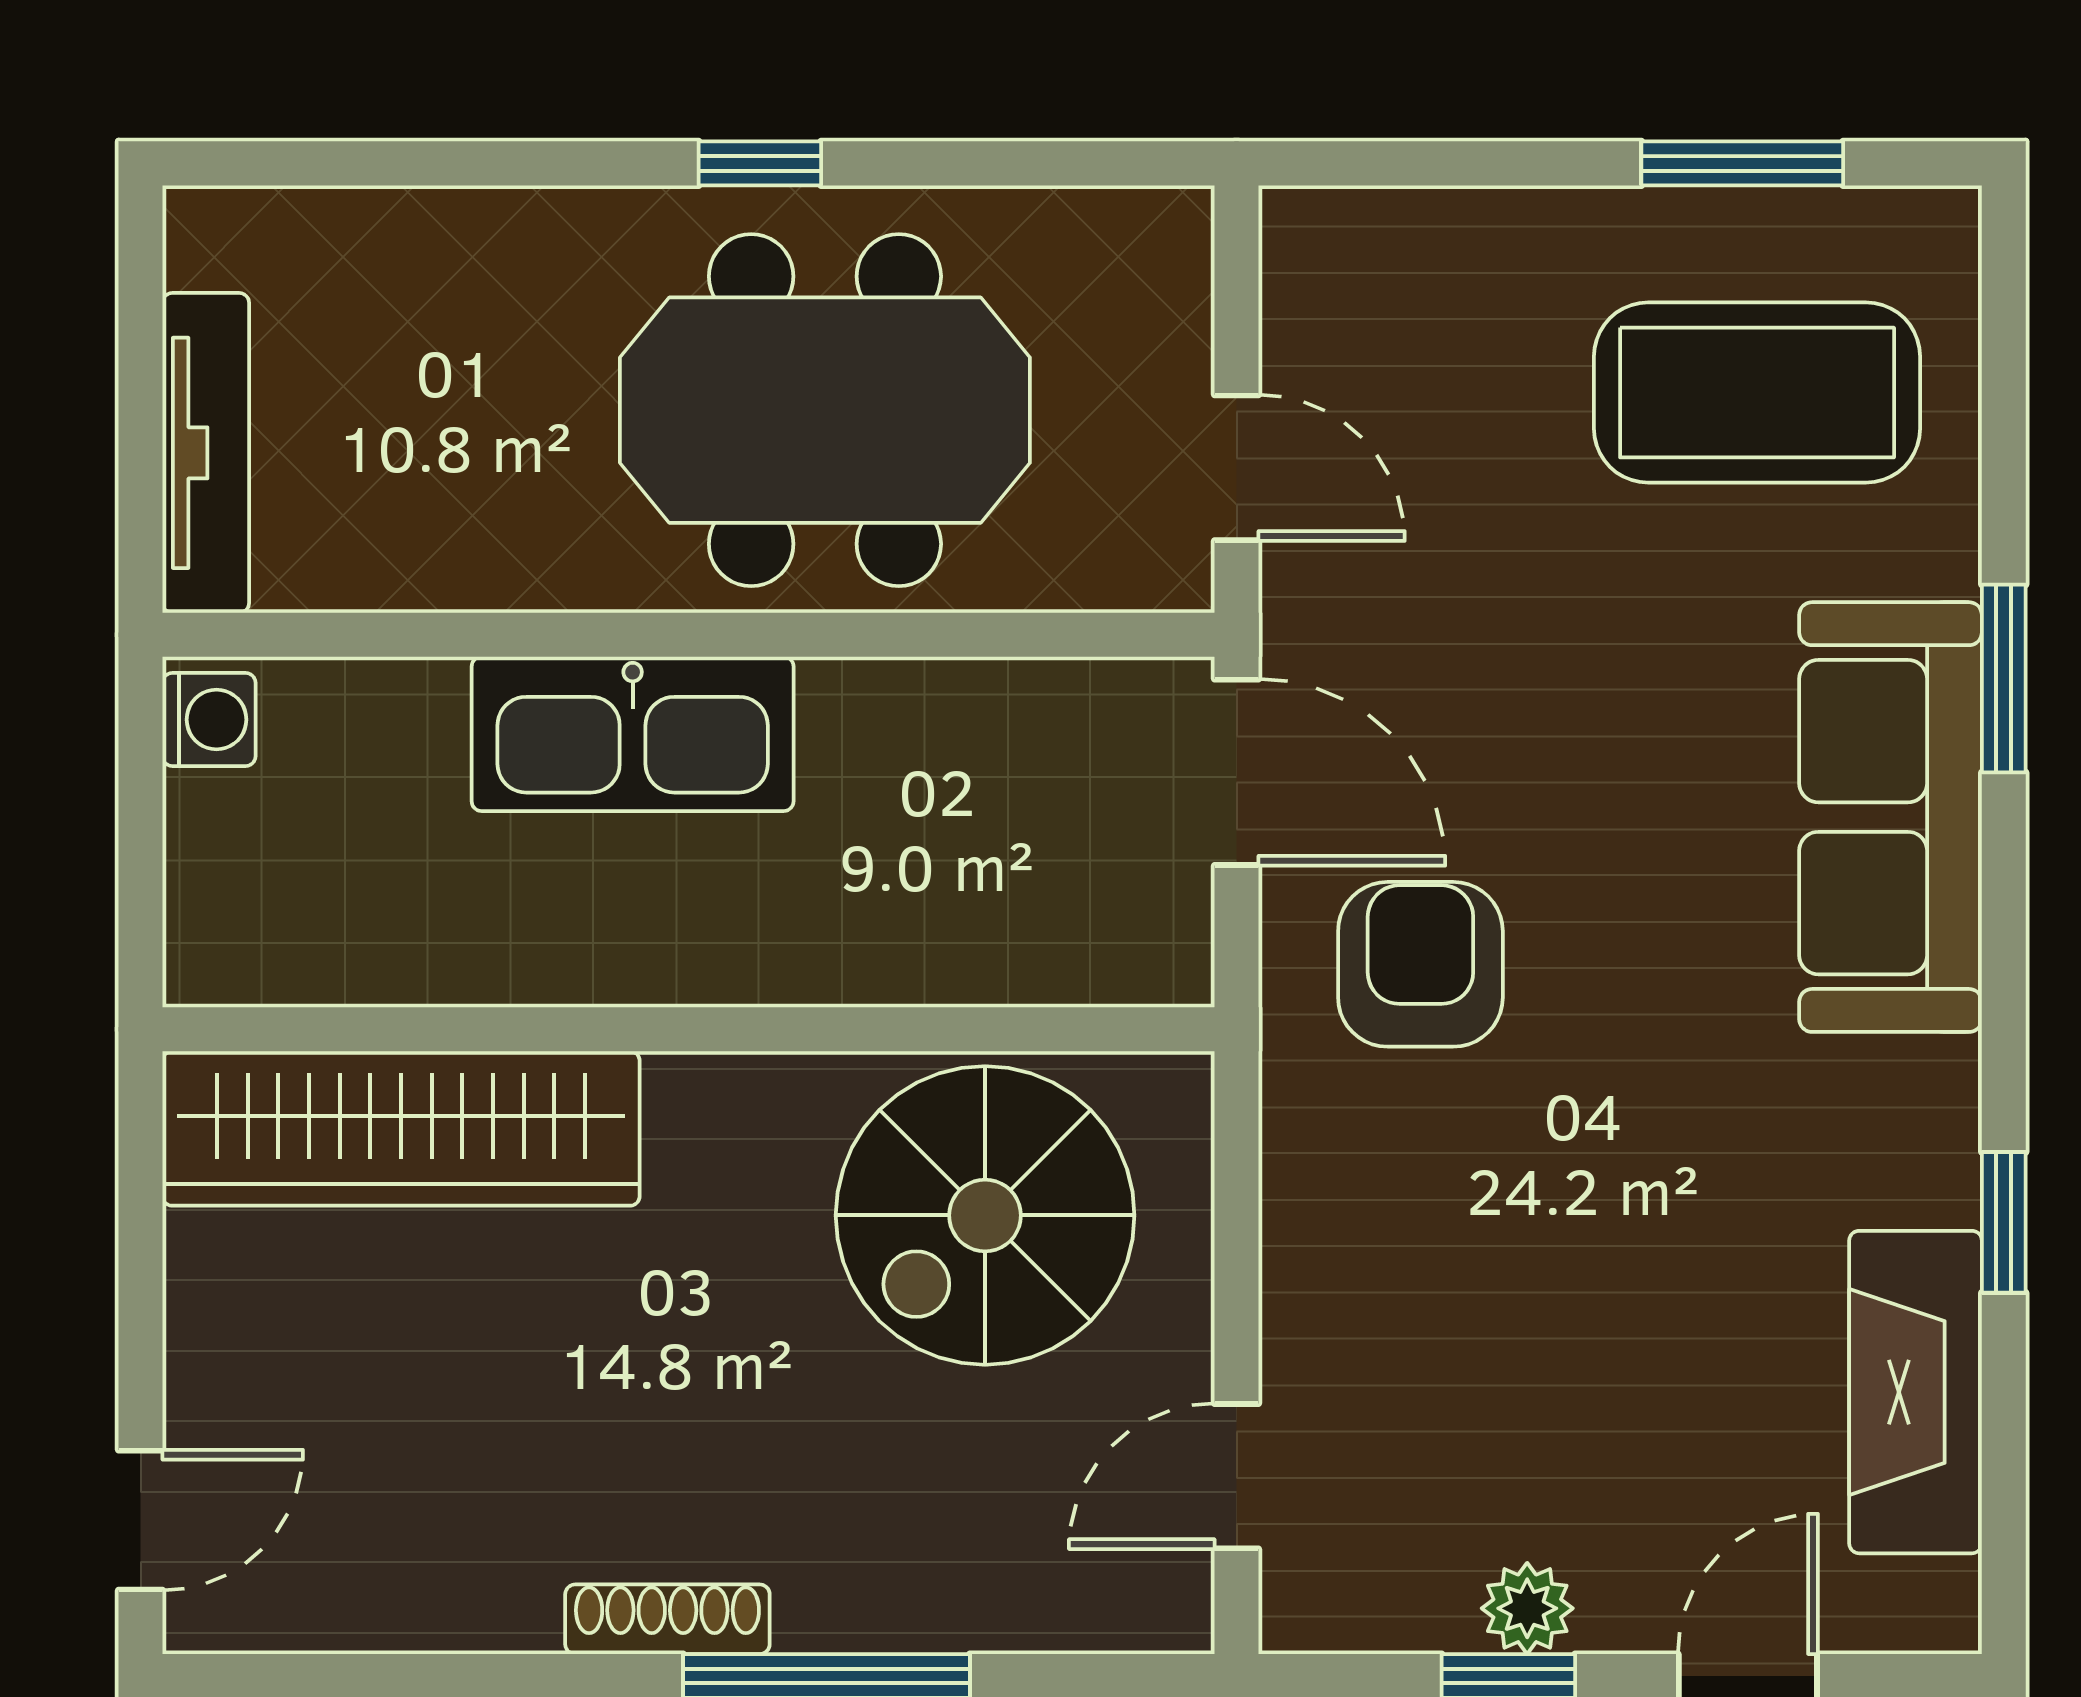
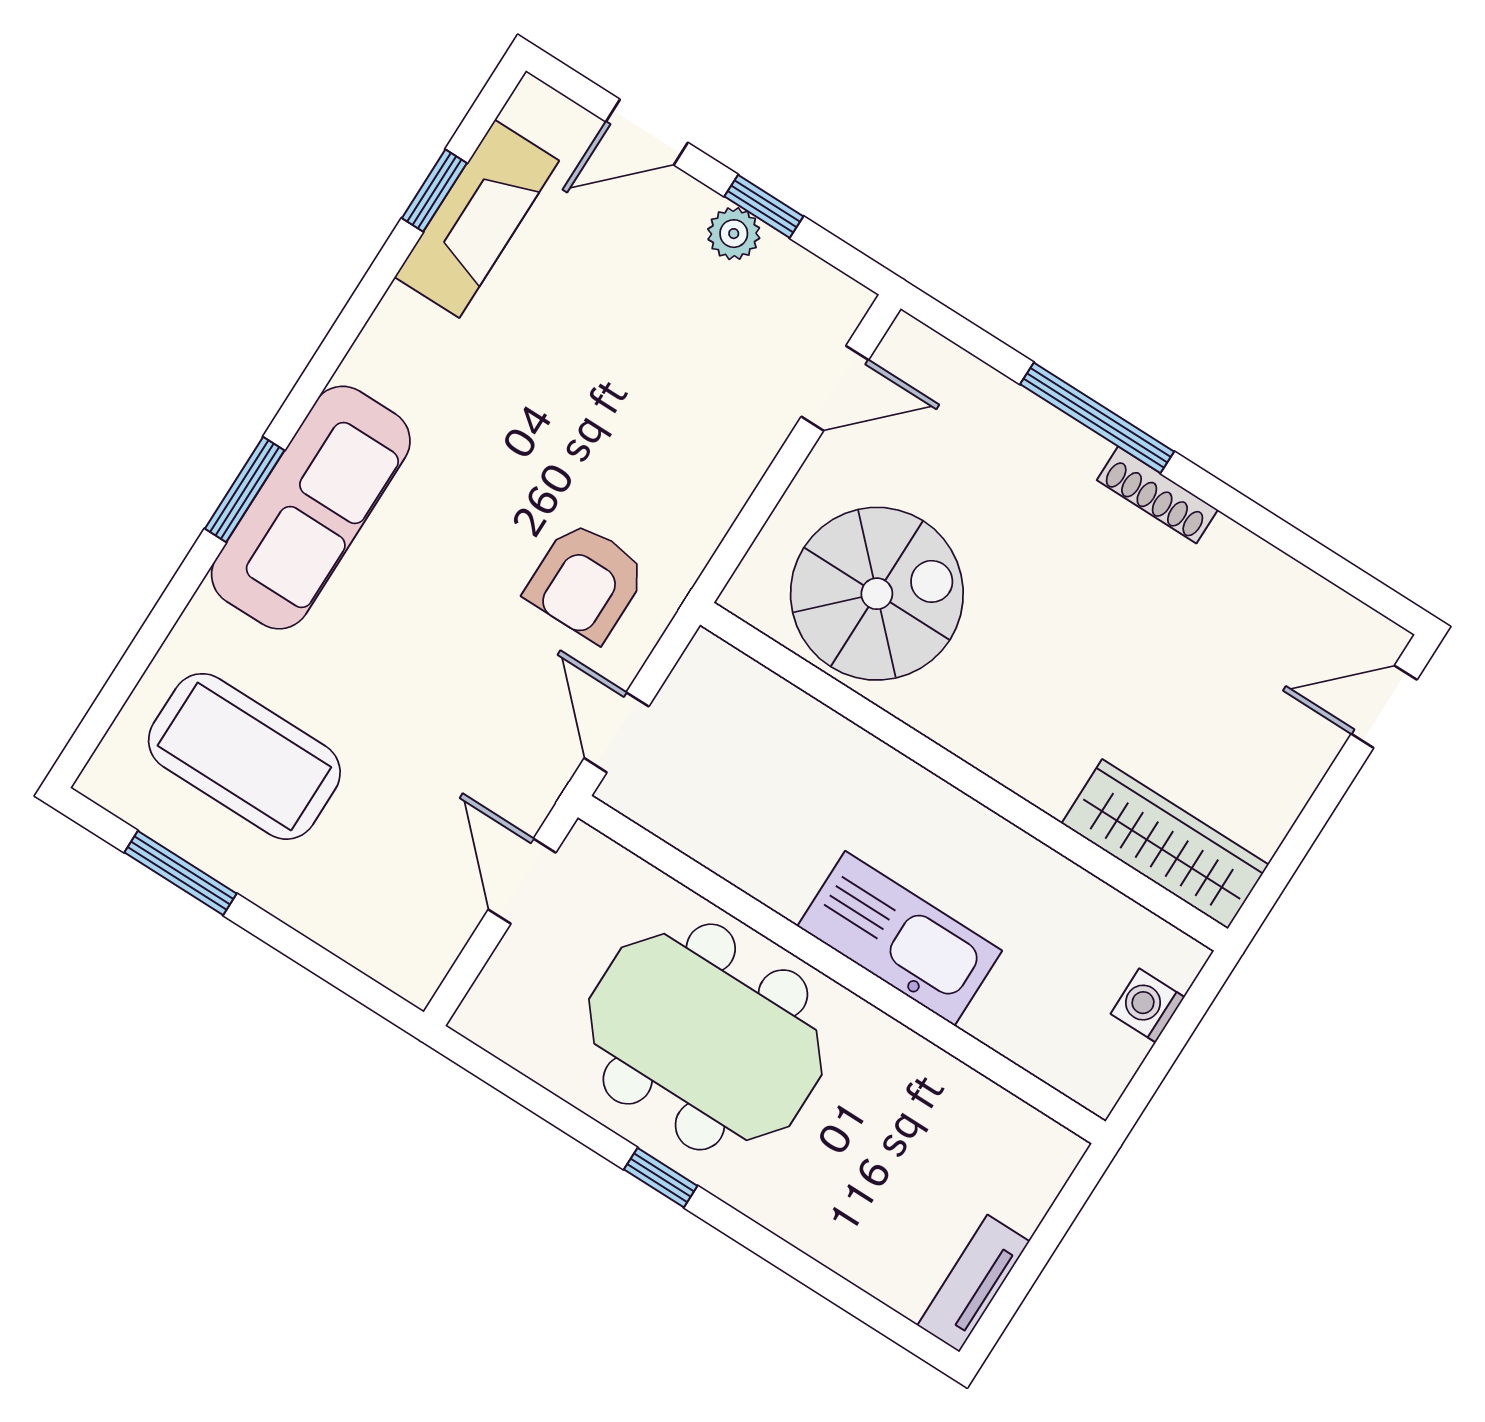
tv unit: (206, 453) -> (973, 1283), moved, width x0.71
window: (2004, 679) -> (245, 490), moved
washing machine: (209, 720) -> (1148, 1005), moved
door: (1237, 772) -> (617, 732), width x0.73
wardrobe: (401, 1128) -> (1165, 844), width x0.71, depth x0.85
window: (2004, 1222) -> (434, 191), moved

